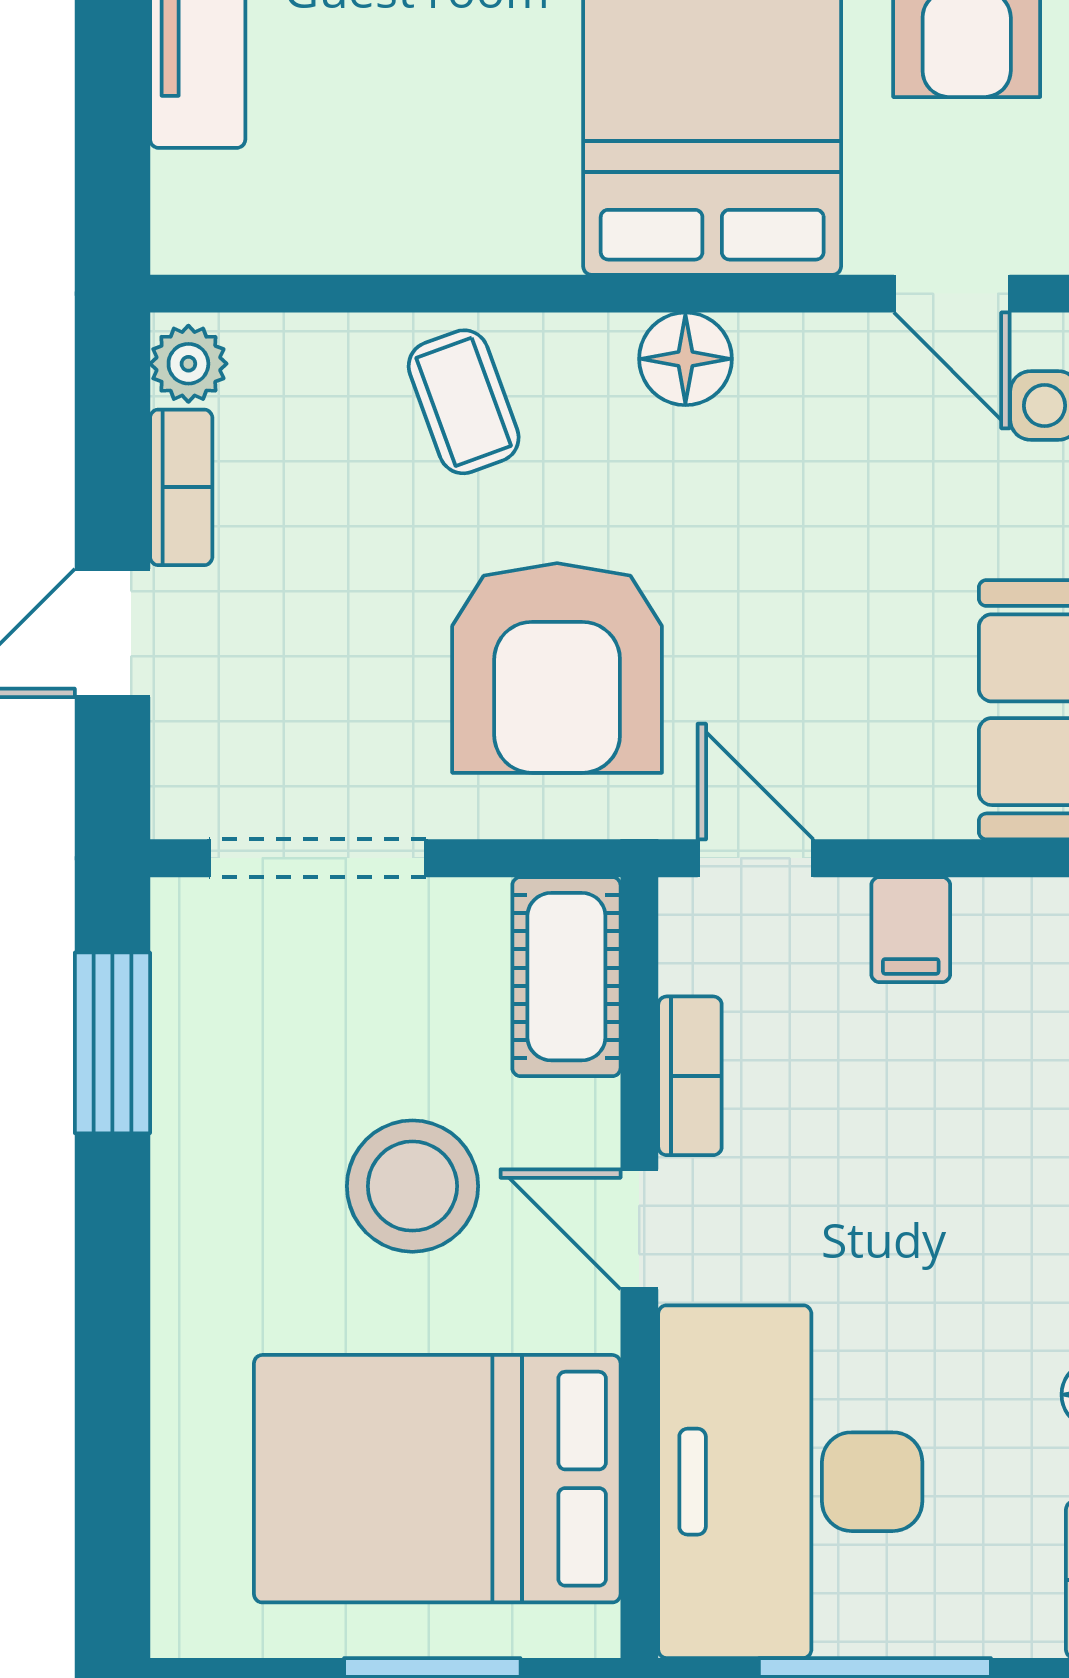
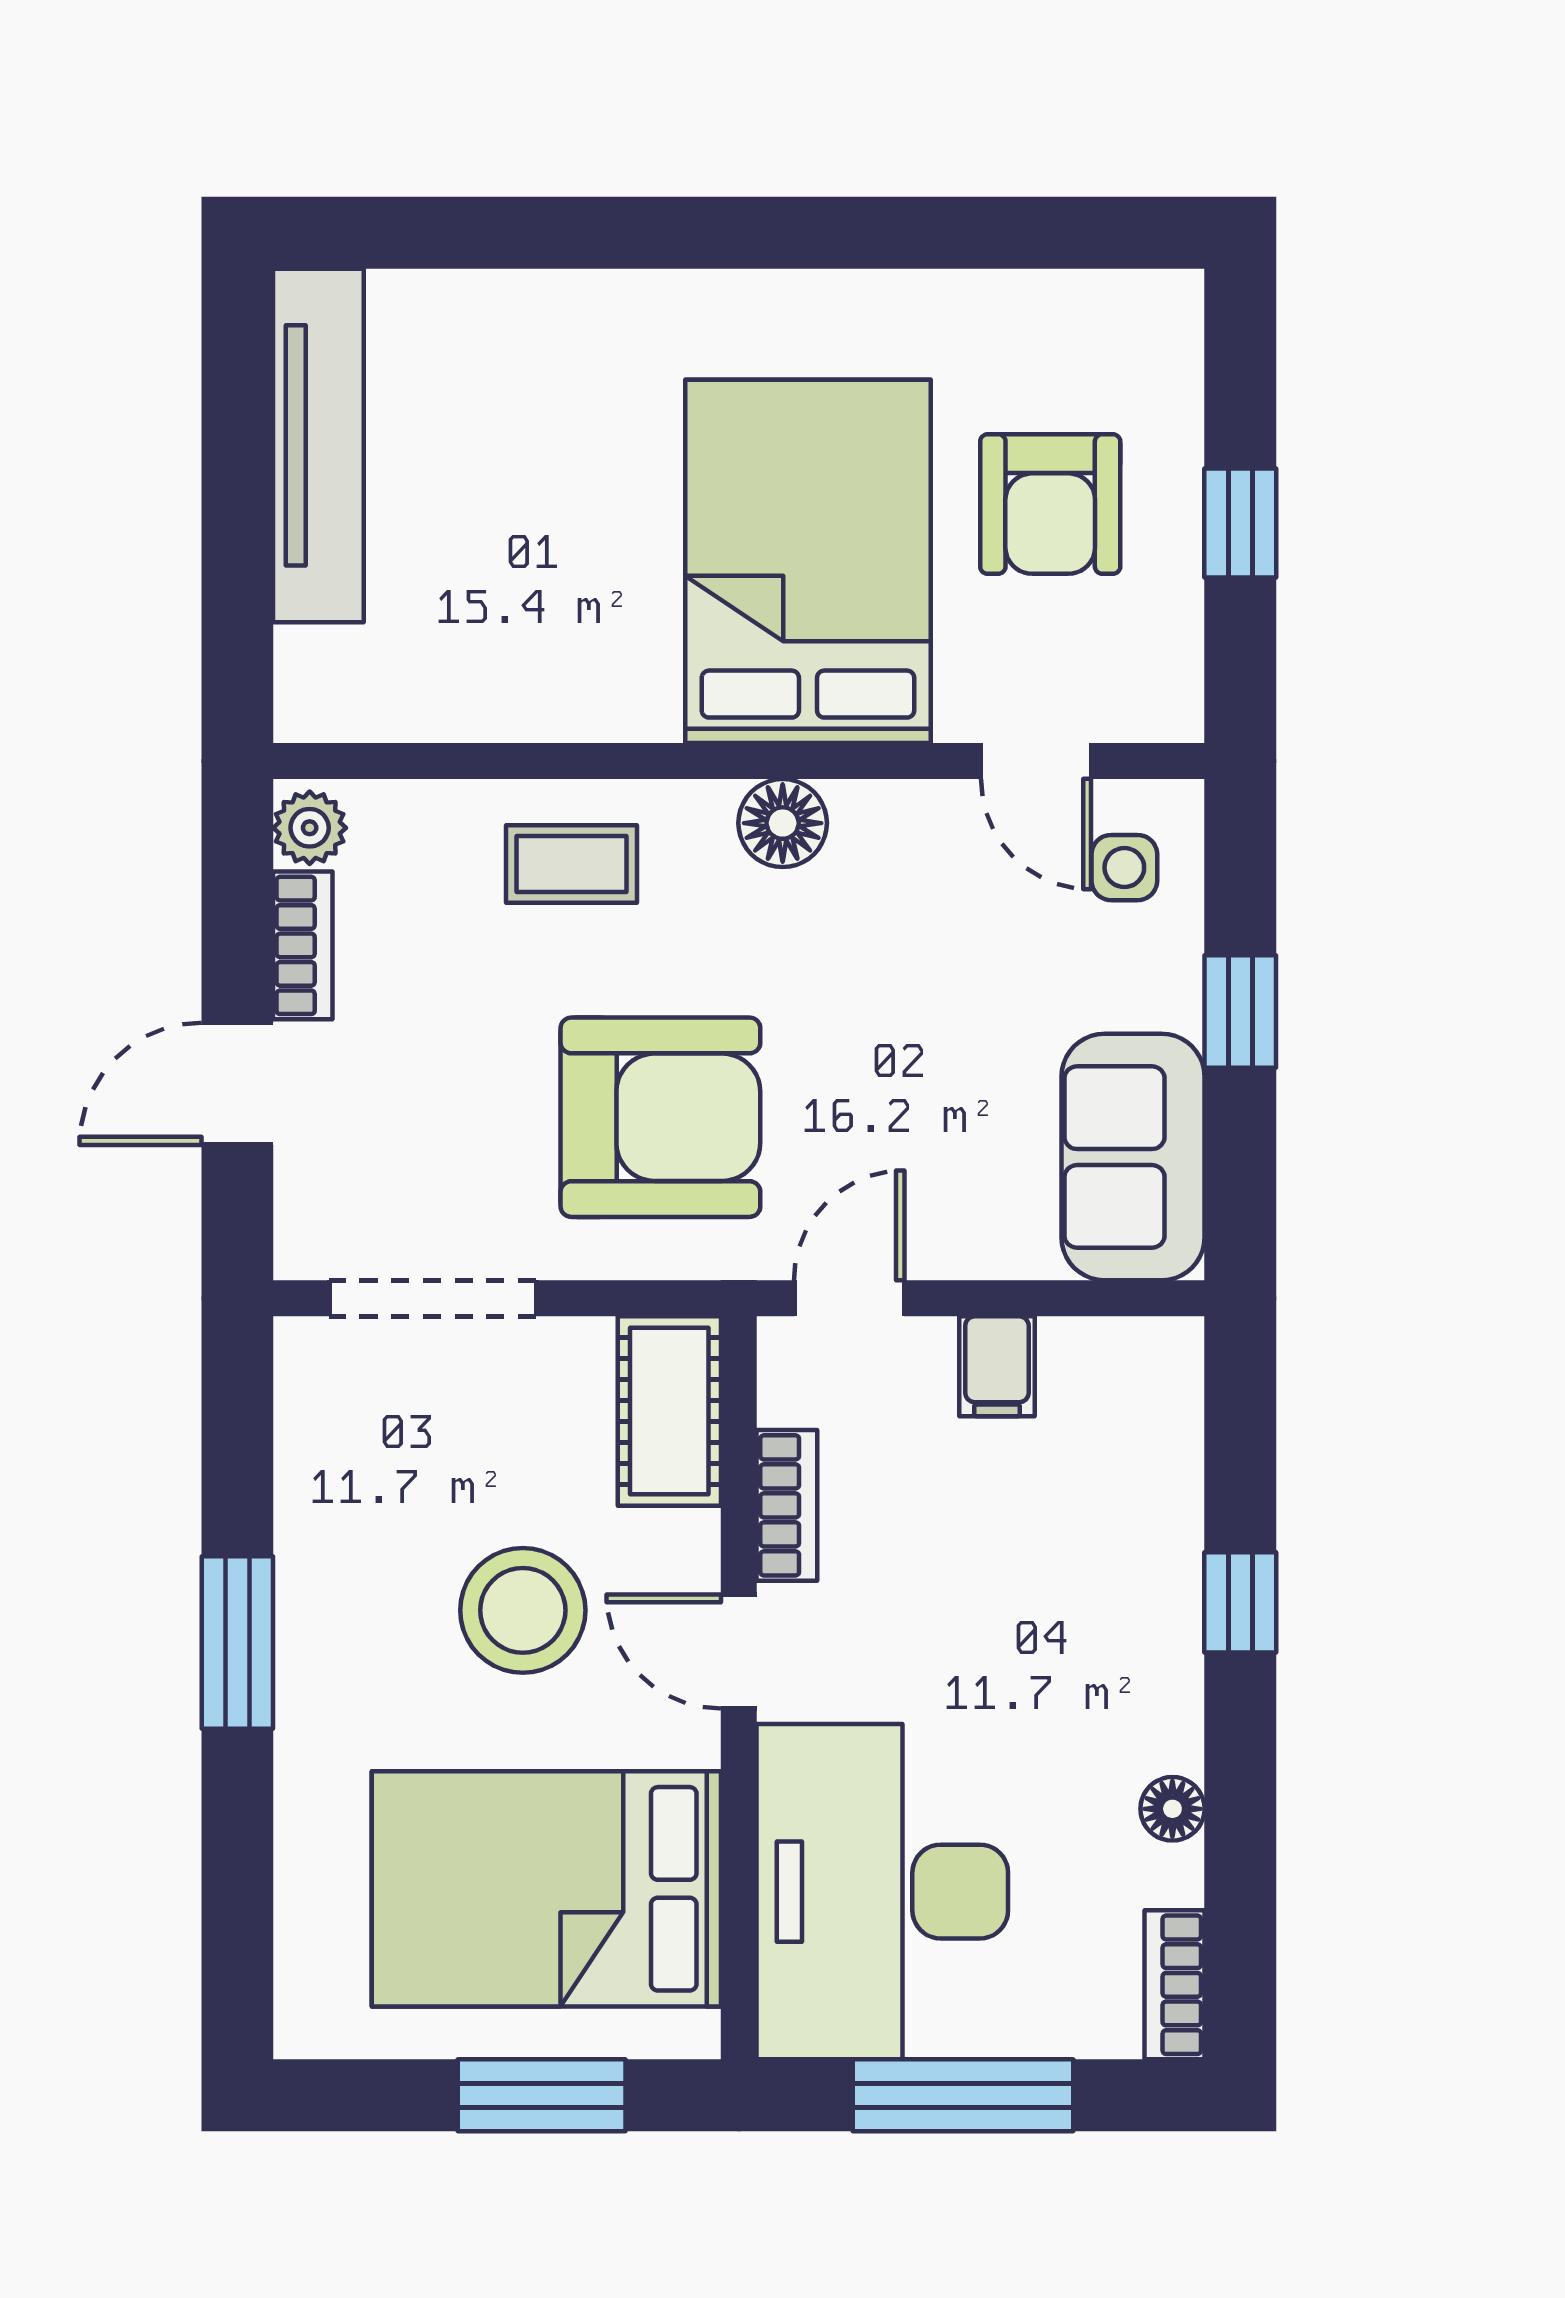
coffee table: (464, 402) -> (571, 864), turned -70
armchair: (557, 668) -> (660, 1117), turned -90
door: (755, 858) -> (849, 1298), hinge flipped
window: (112, 1043) -> (237, 1642), moved

